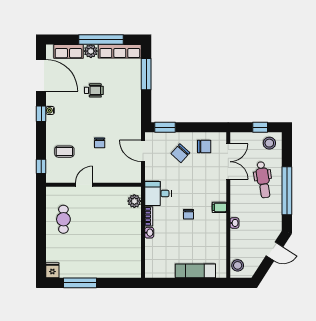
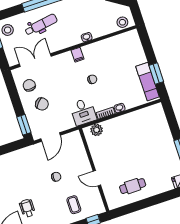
wheelchair: (94, 90) -> (27, 208), moved
exam couch: (195, 271) -> (148, 82), moved
window: (172, 283) -> (156, 74), added

